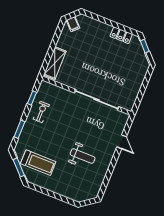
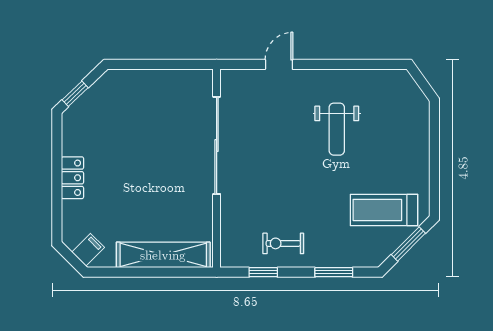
locker: (121, 35) -> (72, 178), moved
shelving: (55, 63) -> (163, 255), width x1.47
weight bench: (83, 156) -> (337, 129), turned 180
treadmill: (38, 163) -> (384, 210), turned -90

